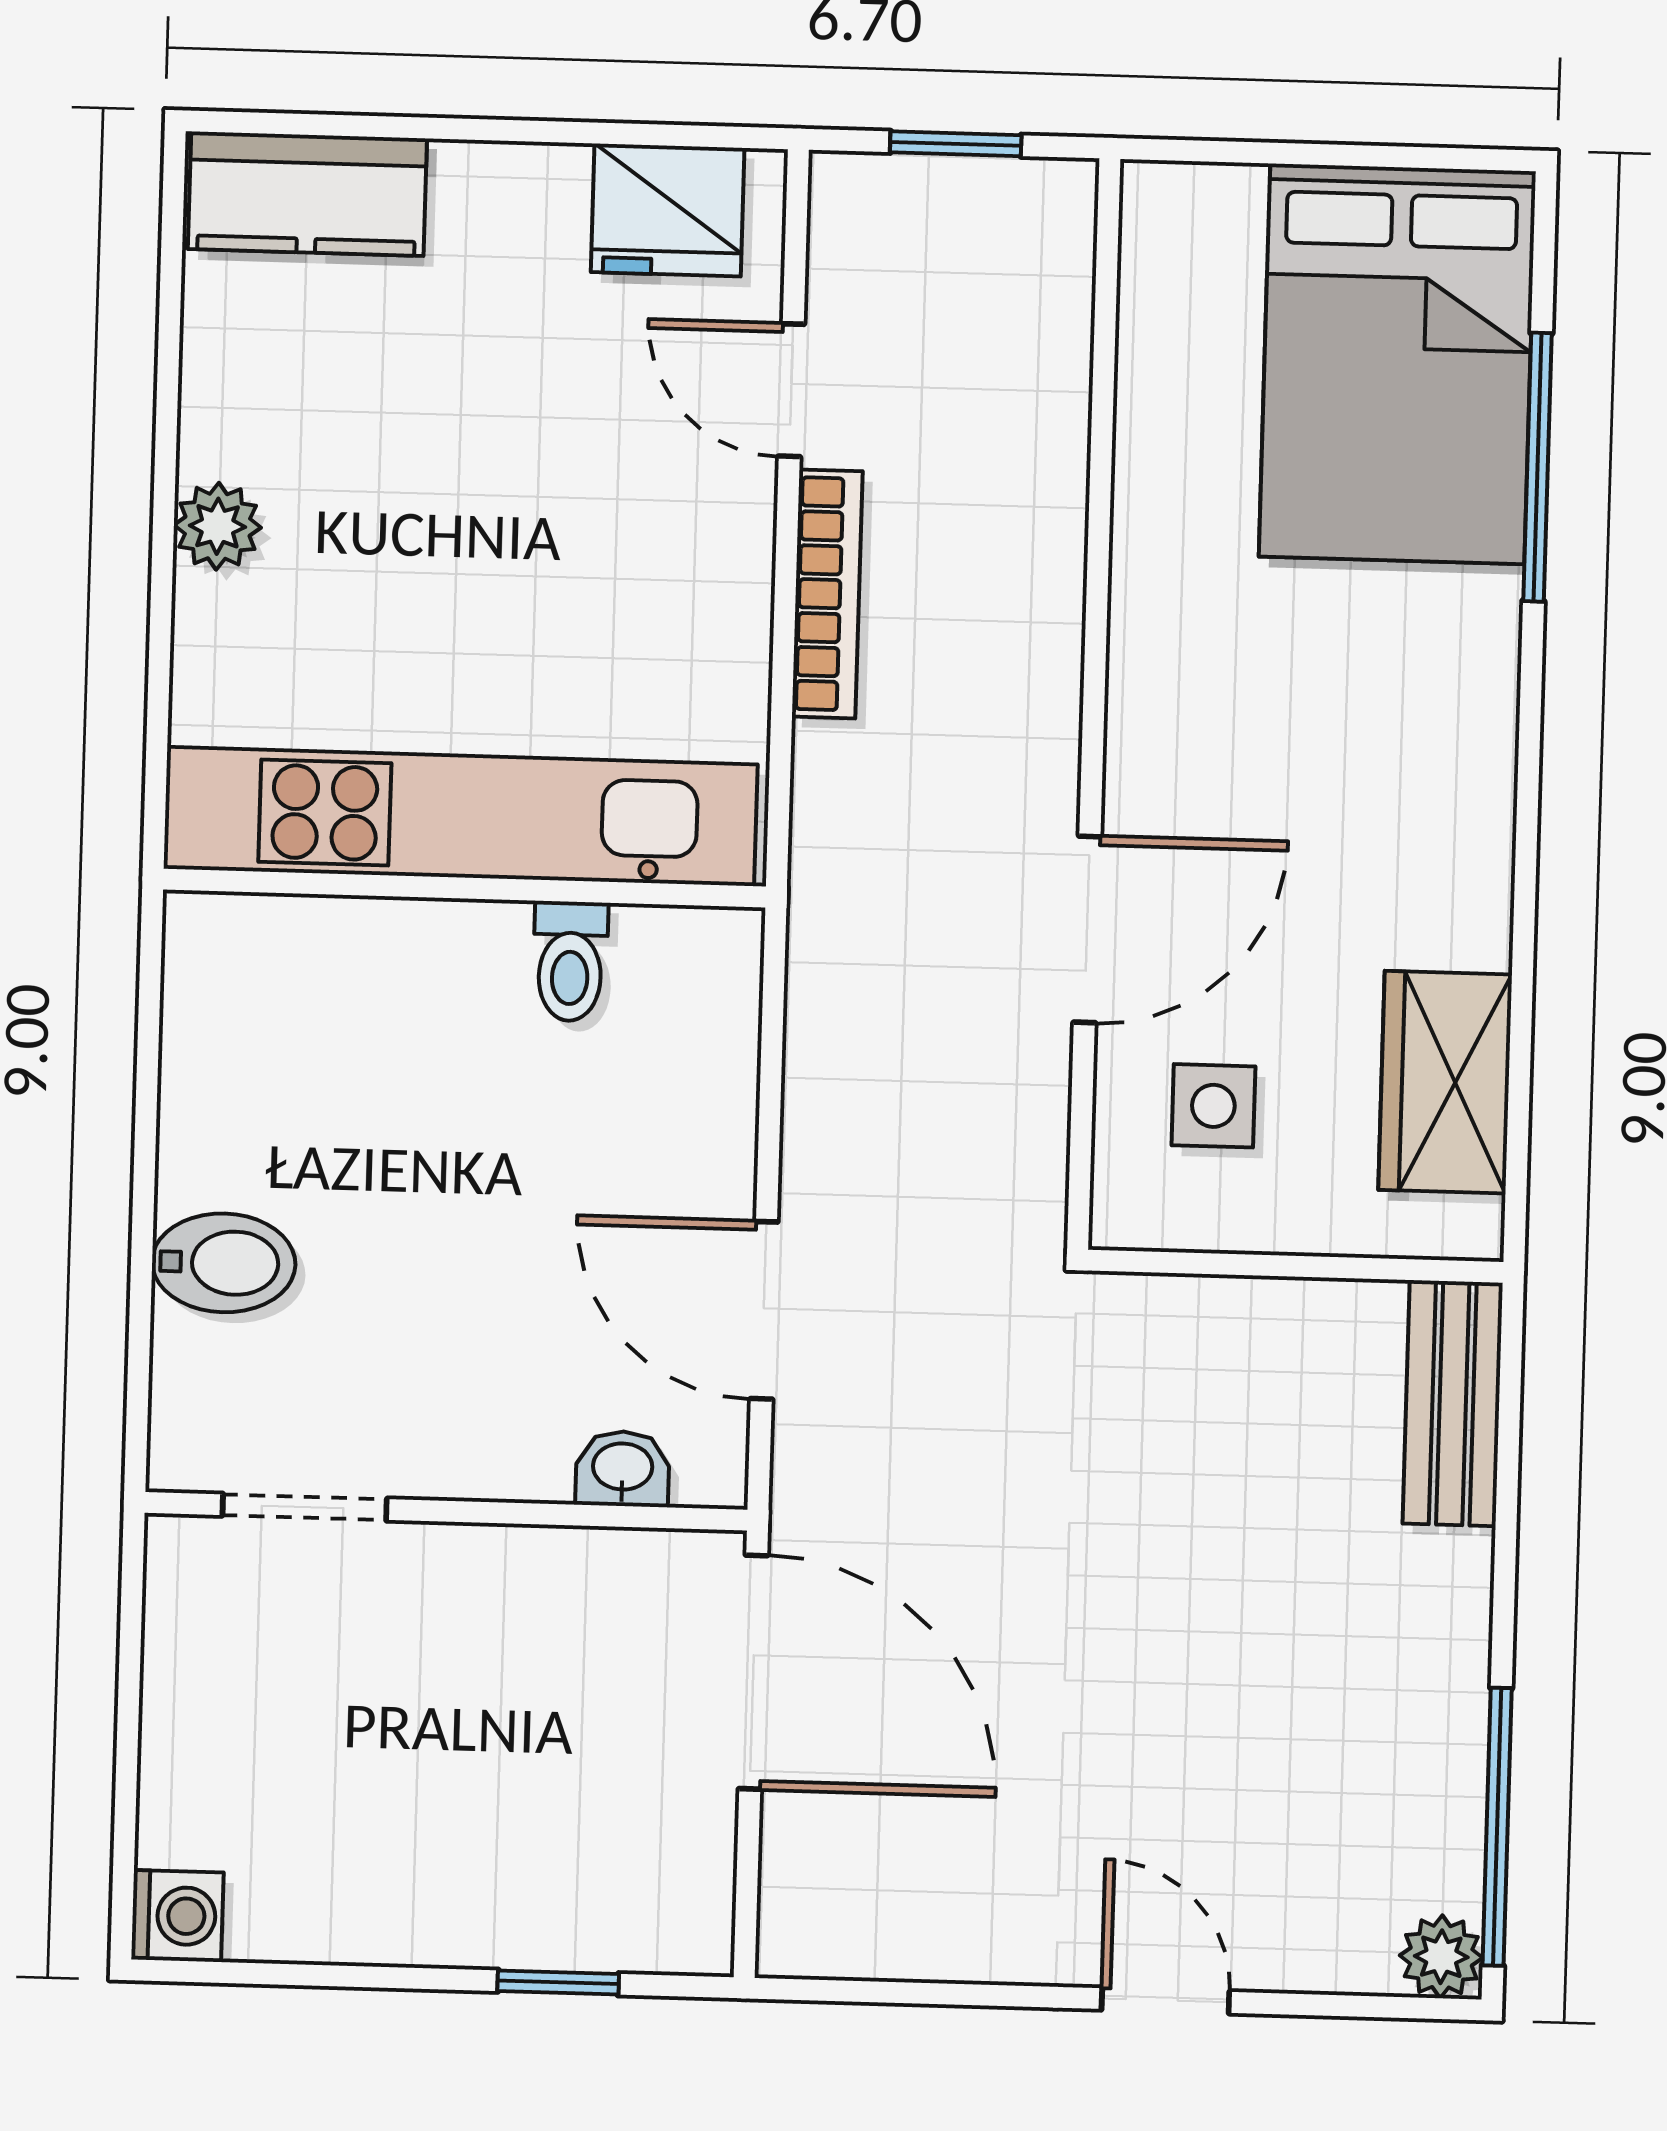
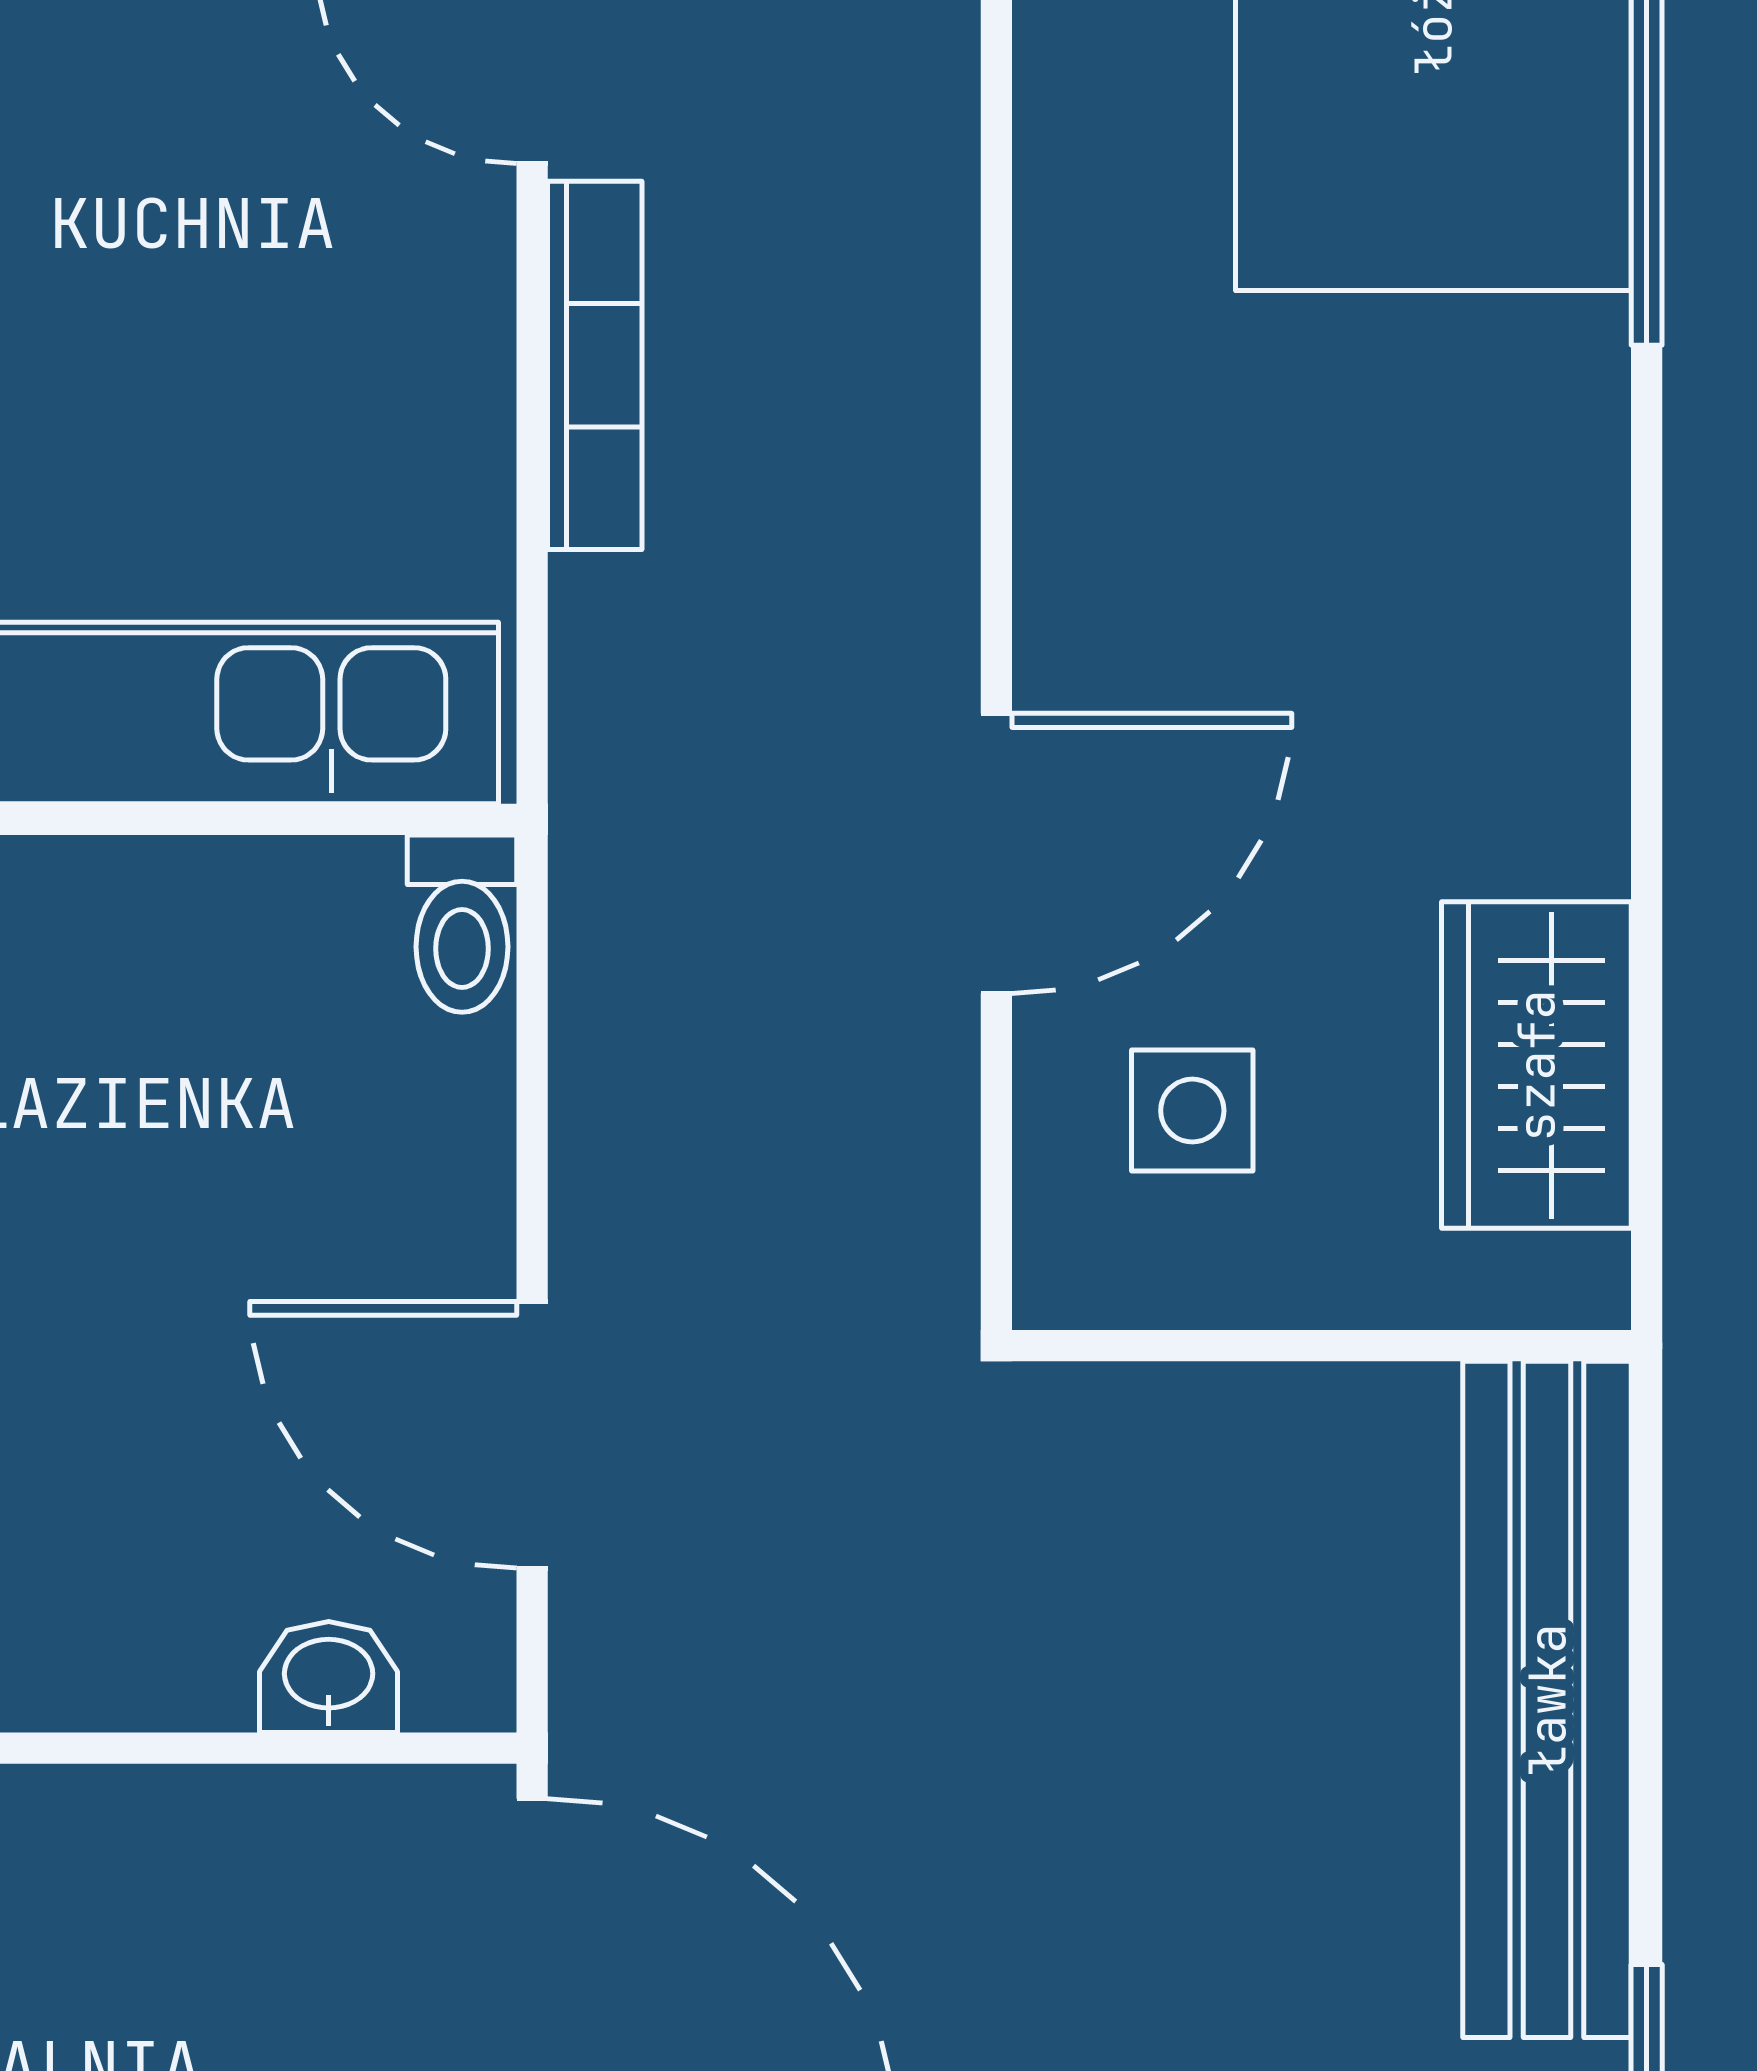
toilet: (570, 961) -> (462, 924), moved
bench: (1453, 1403) -> (1547, 1699), width x1.86, depth x1.21

